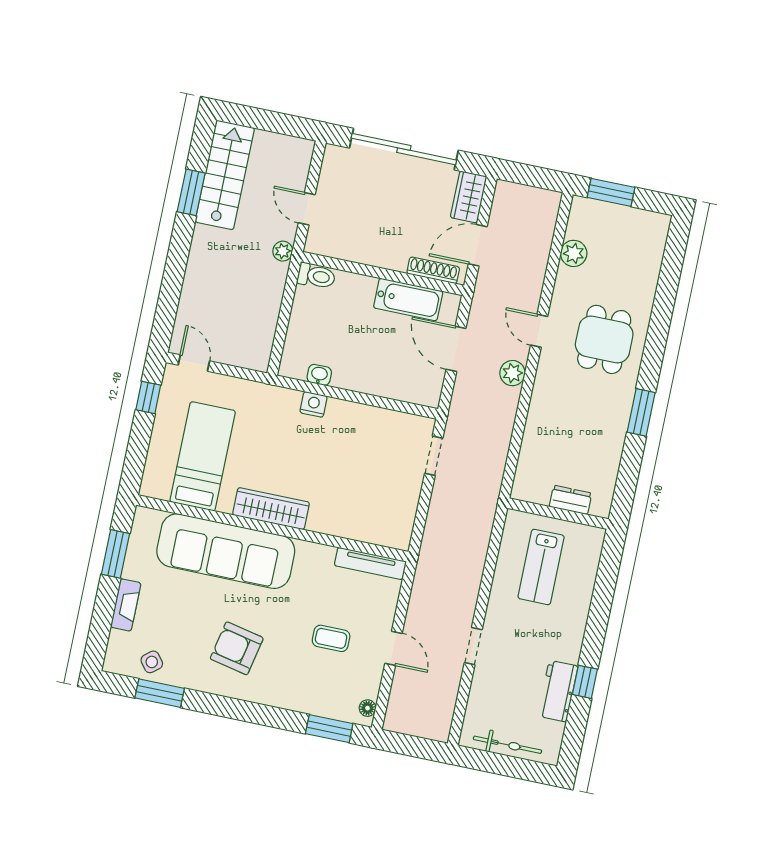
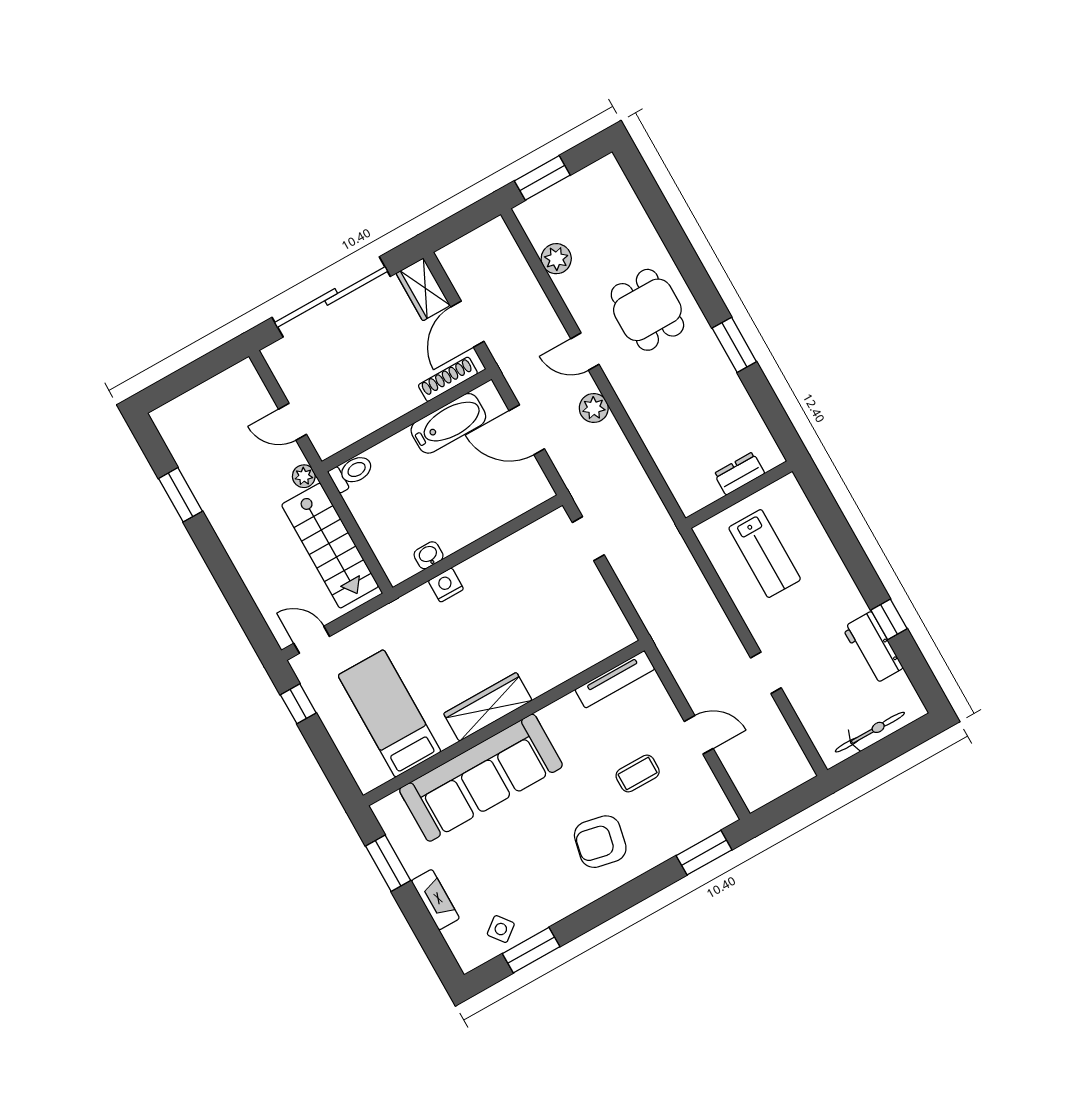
stairs: (225, 175) -> (330, 546), moved, turned 180
armchair: (237, 648) -> (600, 842), moved
floor lamp: (368, 708) -> (722, 806), removed

